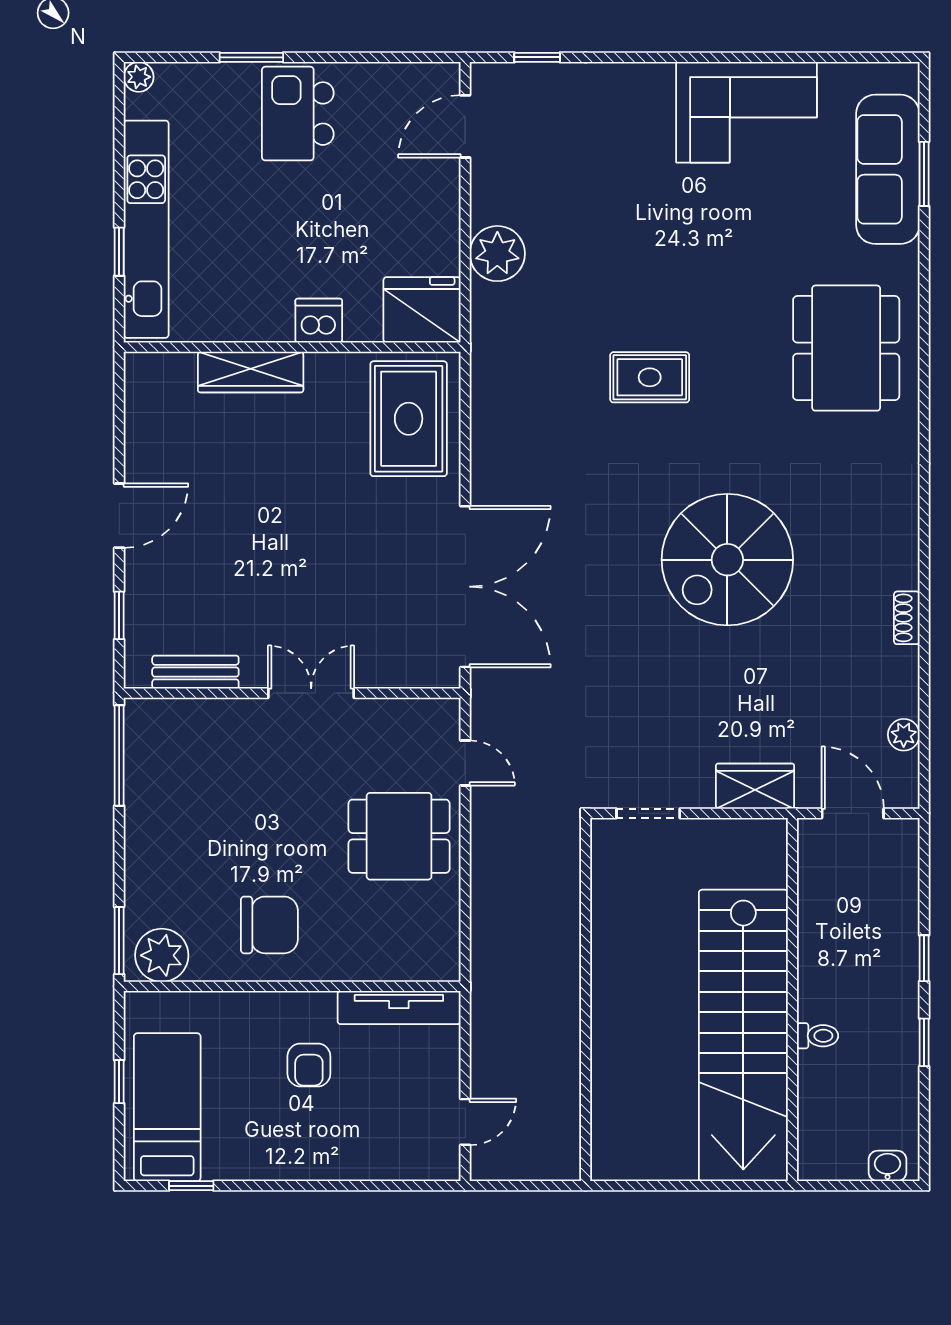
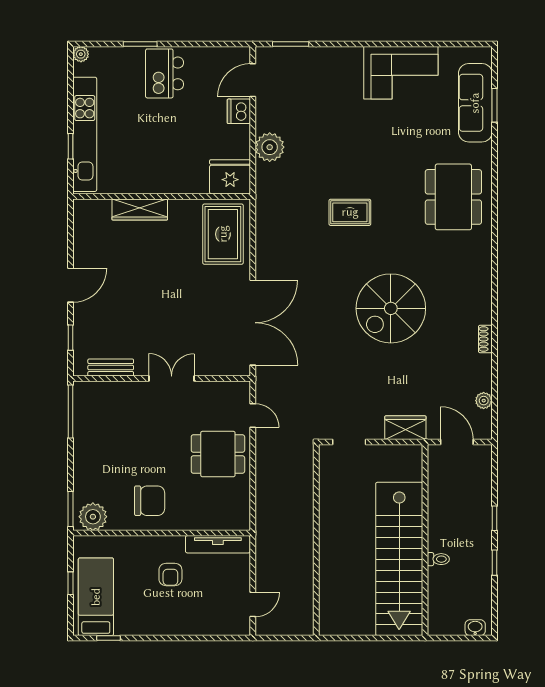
window: (537, 57) -> (291, 44), width x1.50
dishwasher: (319, 321) -> (239, 111), moved, turned -90

